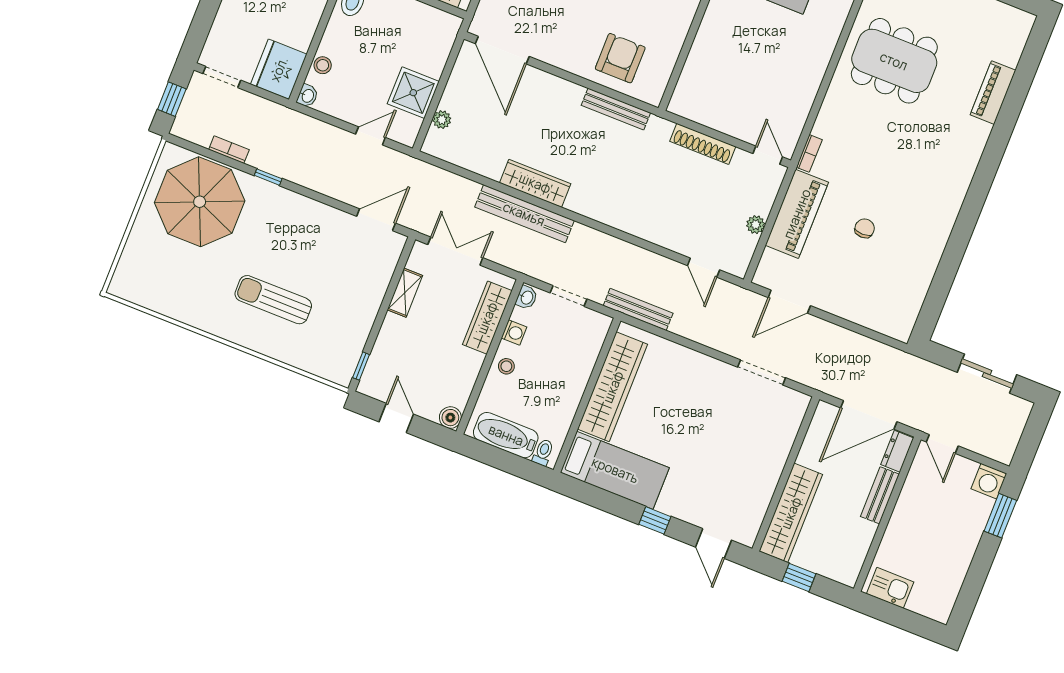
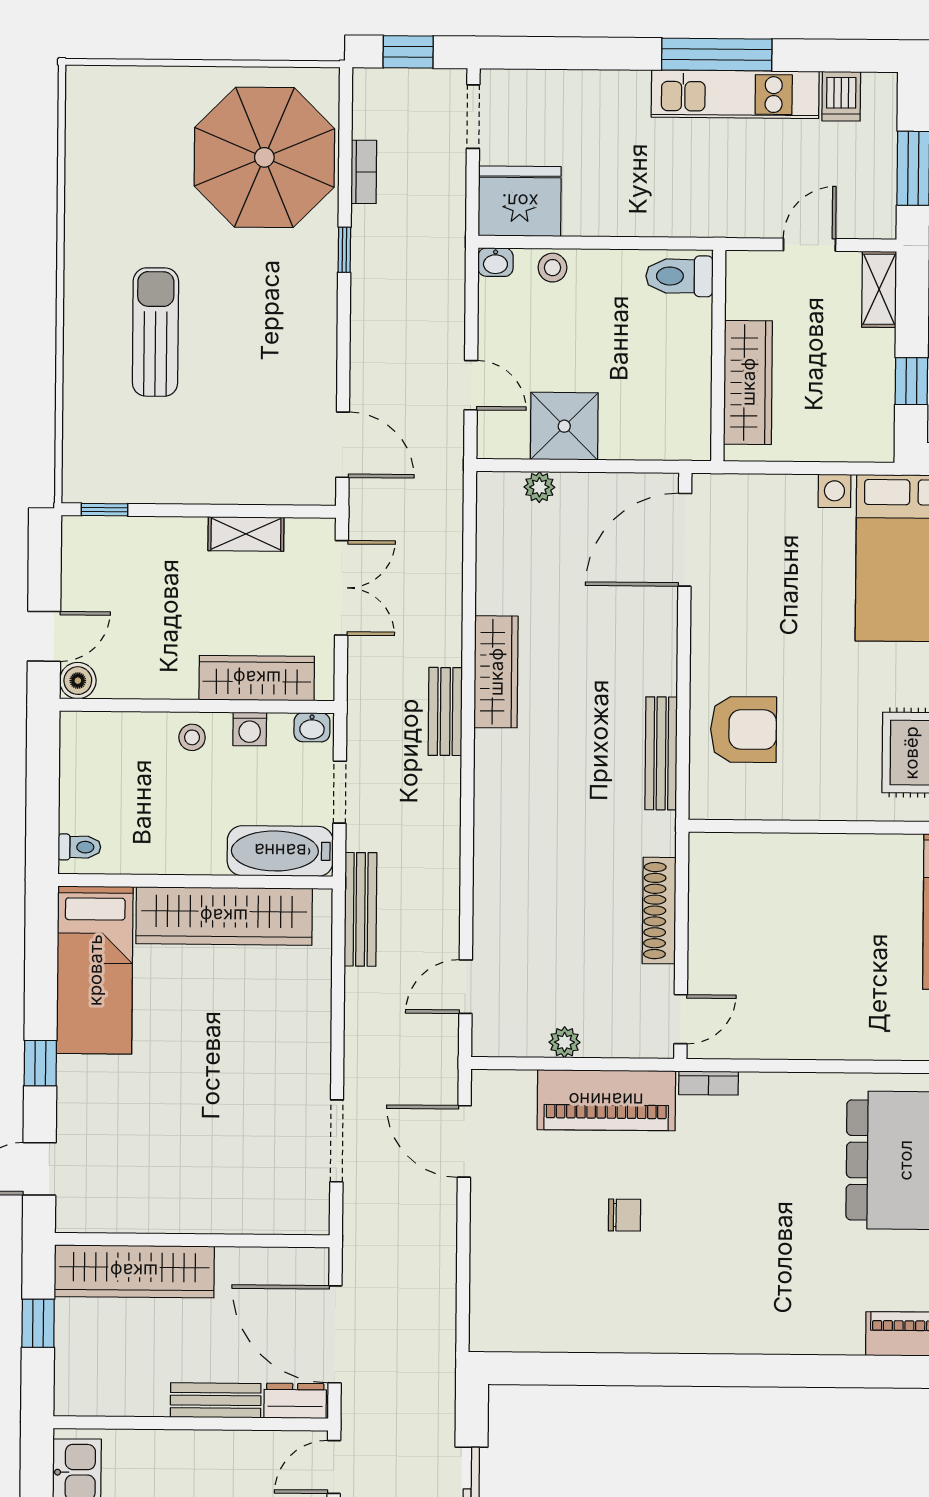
bench: (524, 214) -> (445, 711), width x0.54, depth x0.82
door: (396, 418) -> (44, 636), moved
bathtub: (506, 435) -> (280, 851), moved, turned -90

